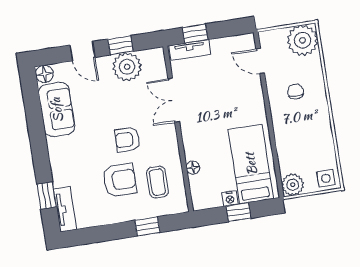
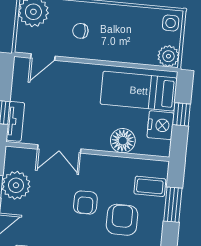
floor lamp: (193, 168) -> (123, 141), width x1.89, depth x1.89
coffee table: (157, 182) -> (150, 186), moved
nightstand: (230, 199) -> (160, 125), width x1.89, depth x1.79
window: (147, 226) -> (173, 205), width x1.50

